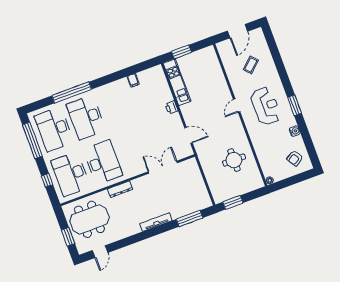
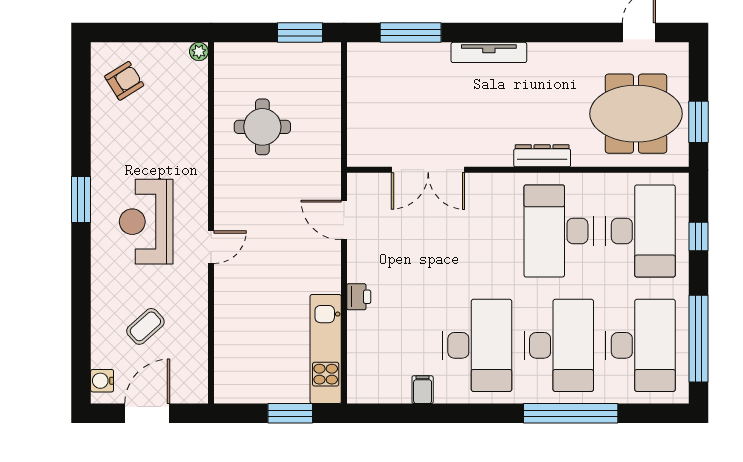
desk: (118, 106) -> (477, 345), added
water cooler: (295, 131) -> (102, 381), moved
window: (68, 237) -> (699, 122), moved

